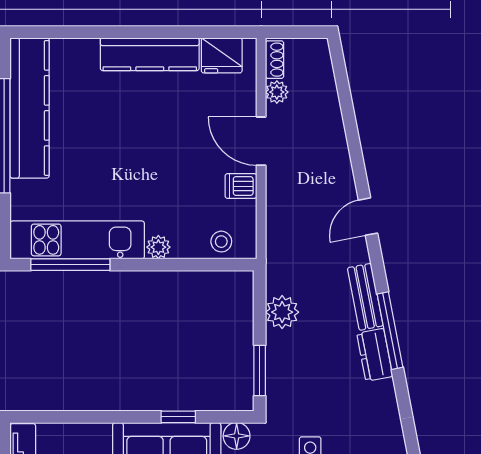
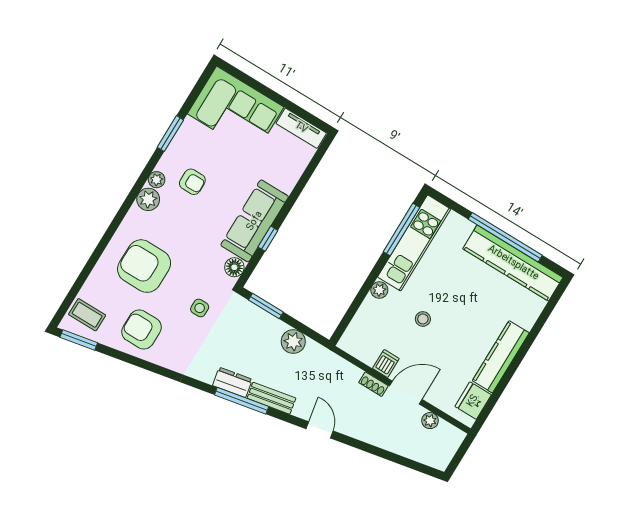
shoe rack: (275, 60) -> (373, 384), moved
stool: (221, 242) -> (423, 319), moved

